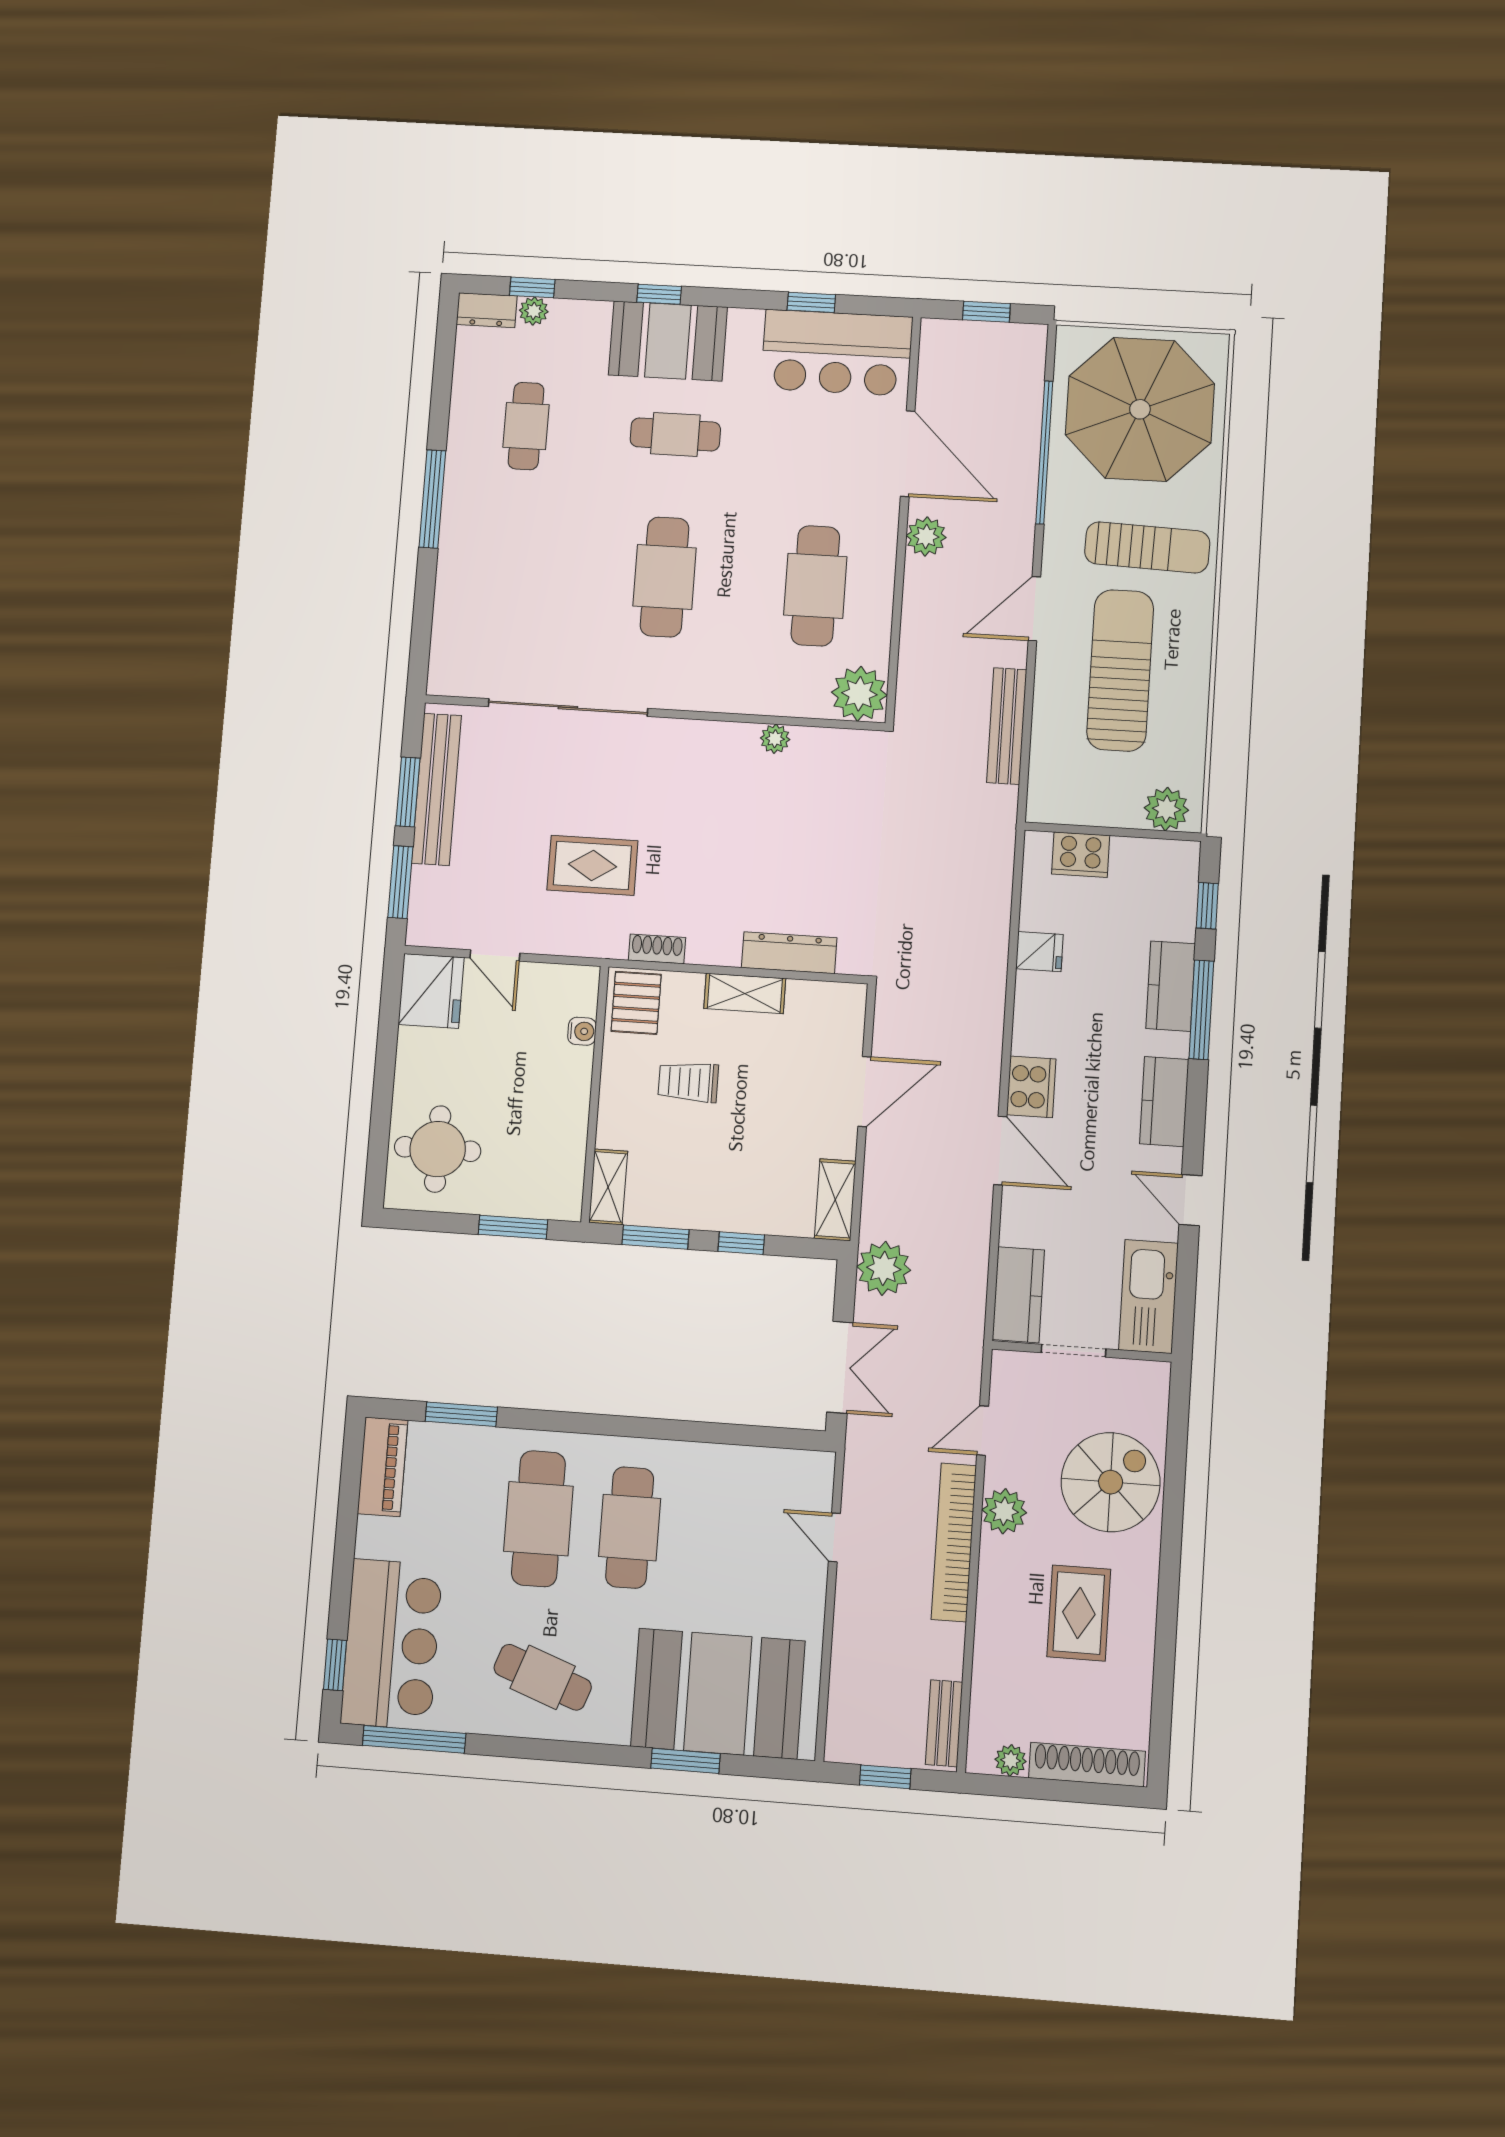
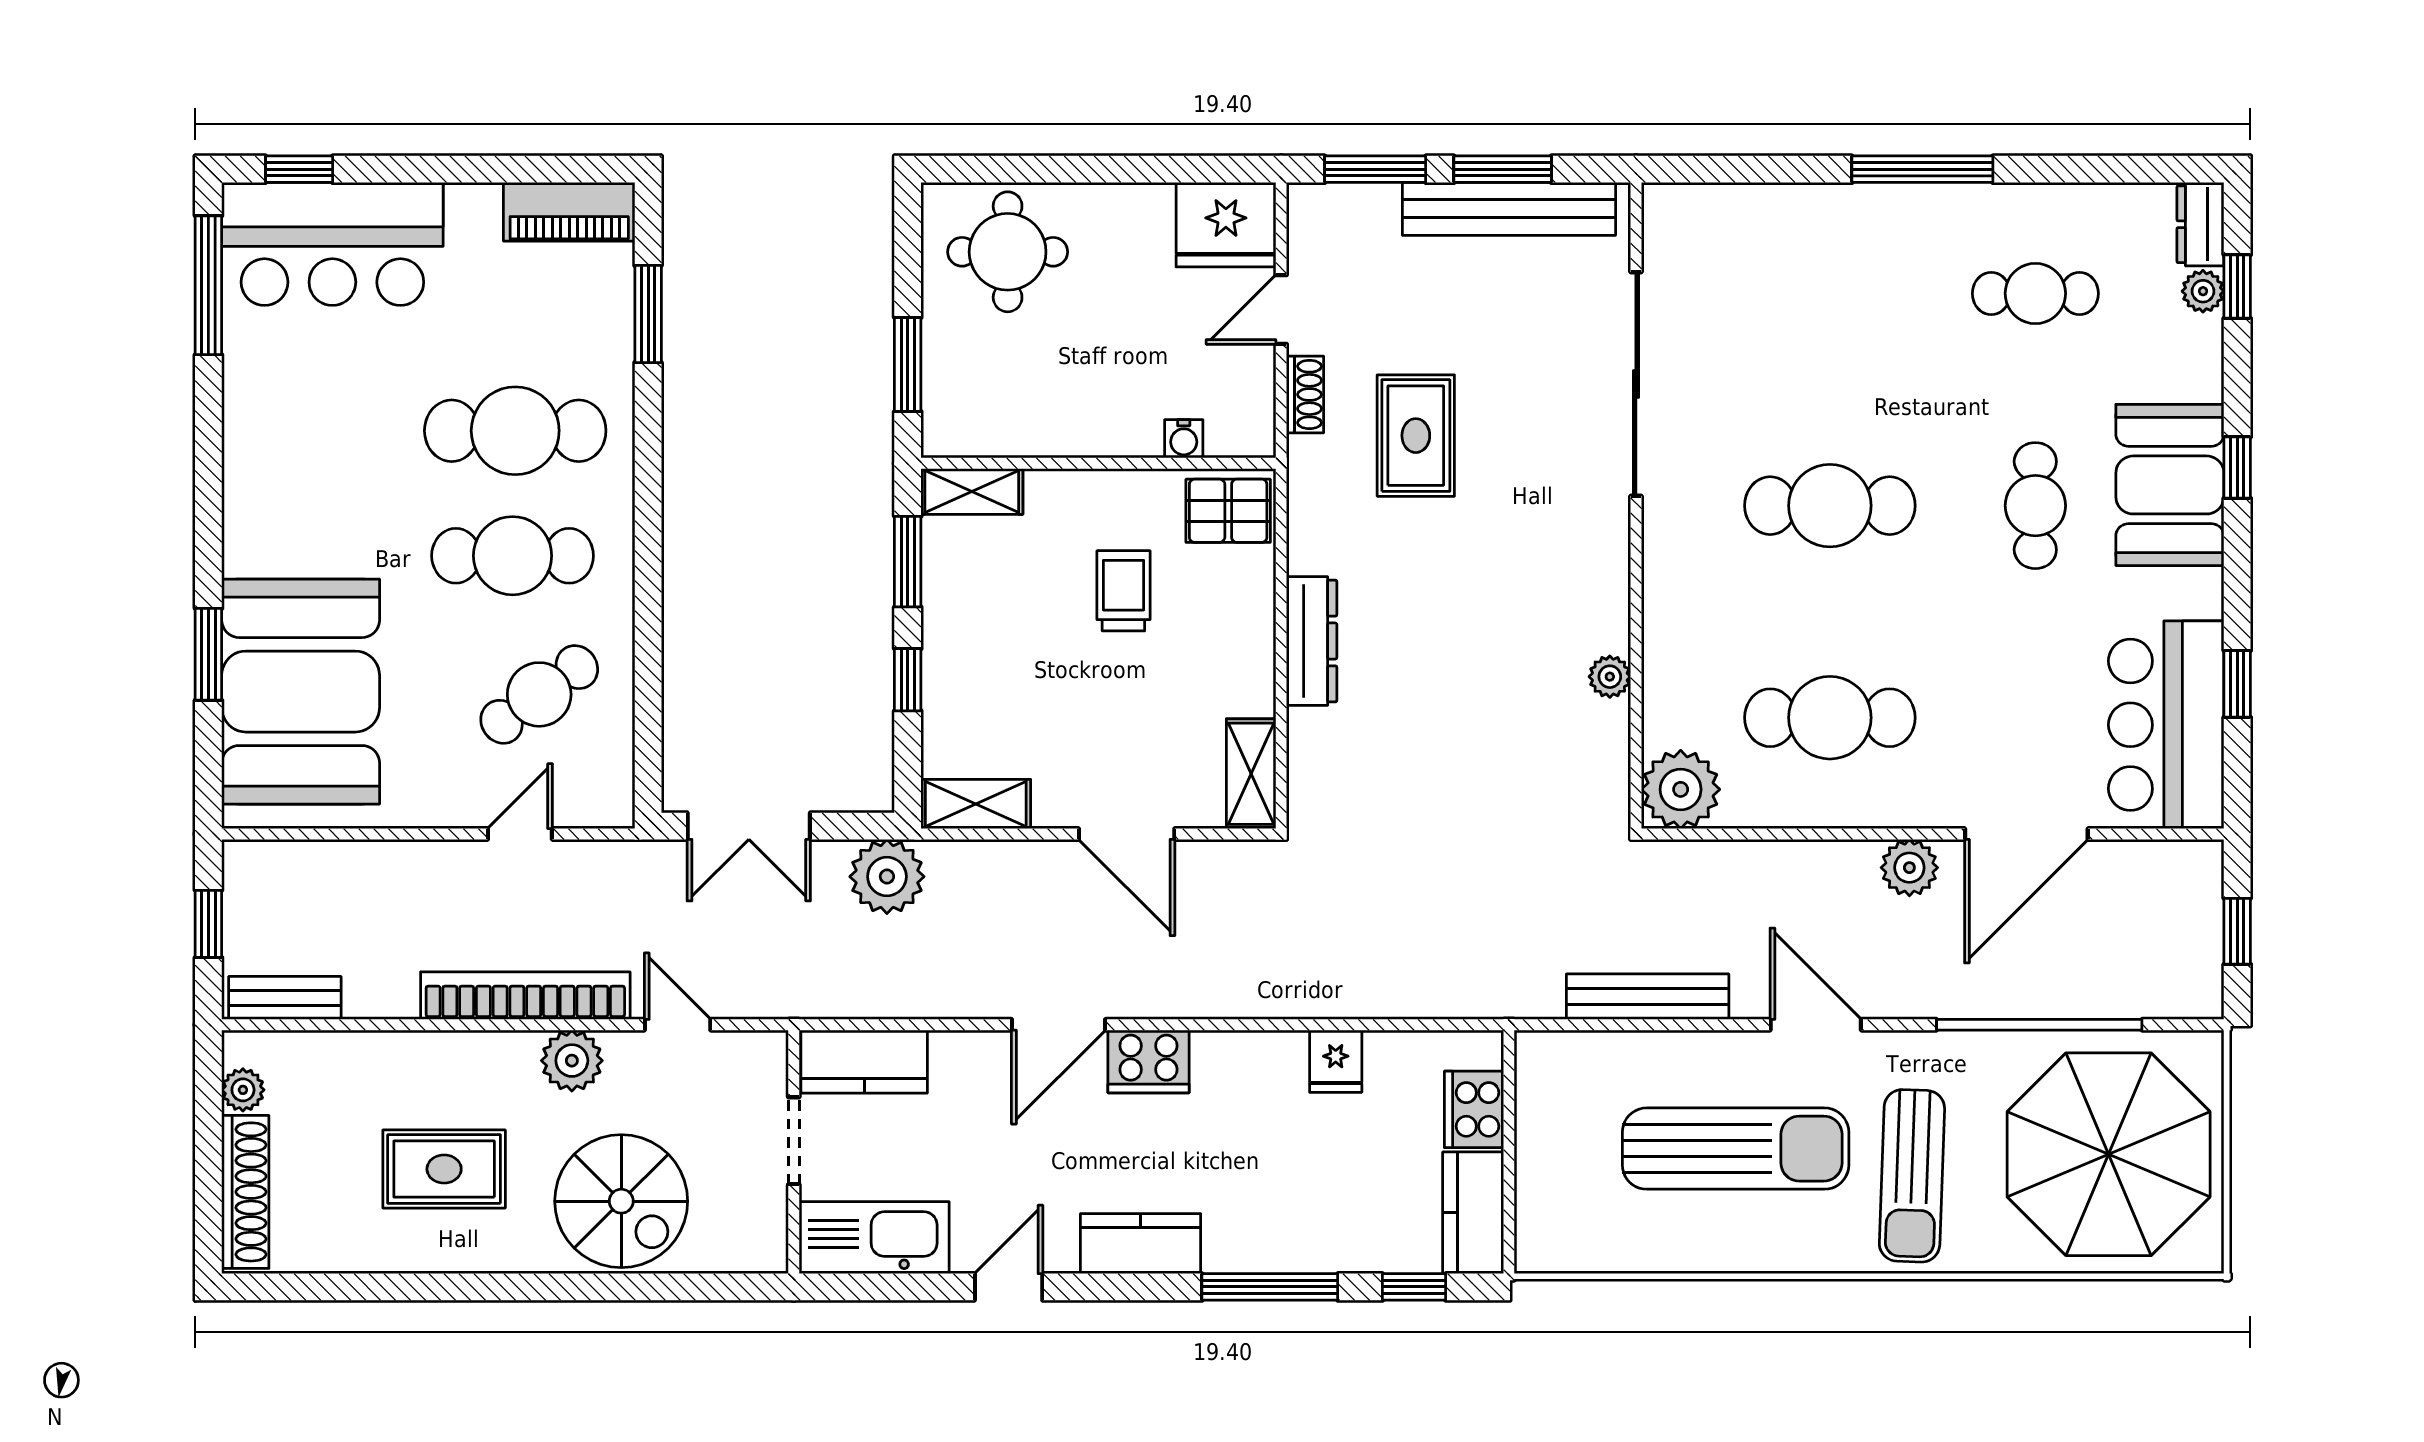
plant: (1166, 809) -> (1545, 1223), removed
shoe rack: (657, 949) -> (1305, 394), moved
dresser: (789, 953) -> (1312, 641), moved
kitchen counter: (1171, 986) -> (1473, 1213), moved, turned -90
shelving: (745, 993) -> (1251, 774), moved
cafe table: (543, 1677) -> (539, 694), moved, turned 34

